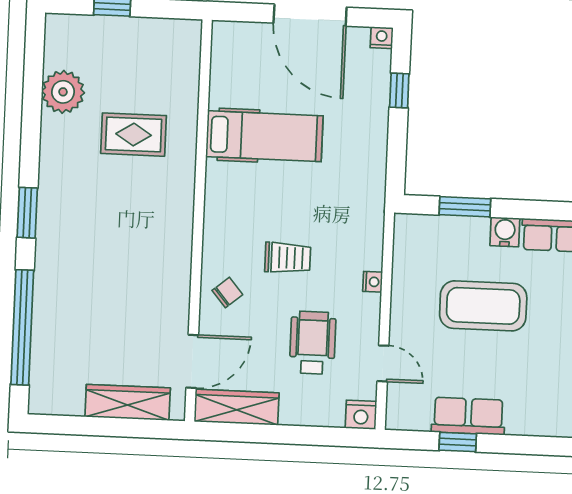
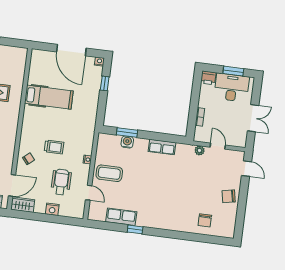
water cooler: (505, 232) -> (127, 142), moved
coffee table: (483, 306) -> (109, 173), moved, width x0.73, depth x0.76
wardrobe: (237, 407) -> (23, 205), width x0.67
nightstand: (361, 415) -> (52, 209), moved
window: (458, 442) -> (135, 229), moved

